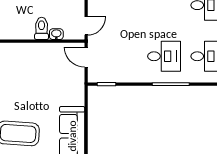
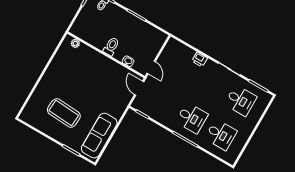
door: (86, 26) -> (151, 67), hinge flipped
toilet: (42, 28) -> (111, 46), moved

